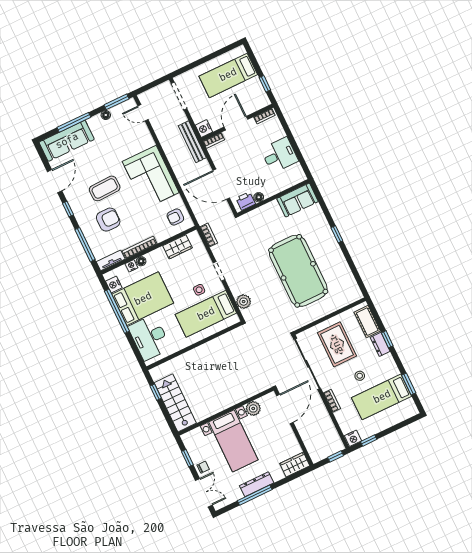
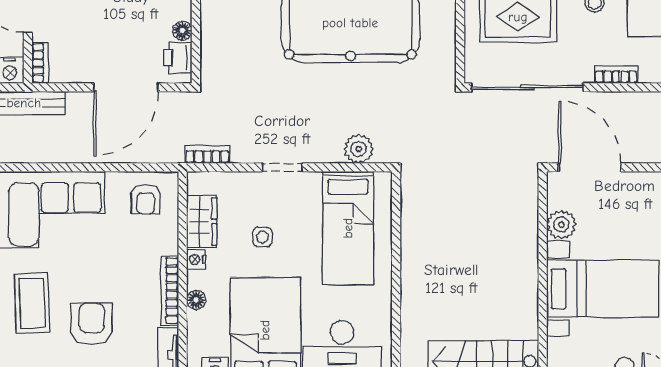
nightstand: (131, 266) -> (196, 260), moved
side table: (199, 290) -> (262, 237), moved

